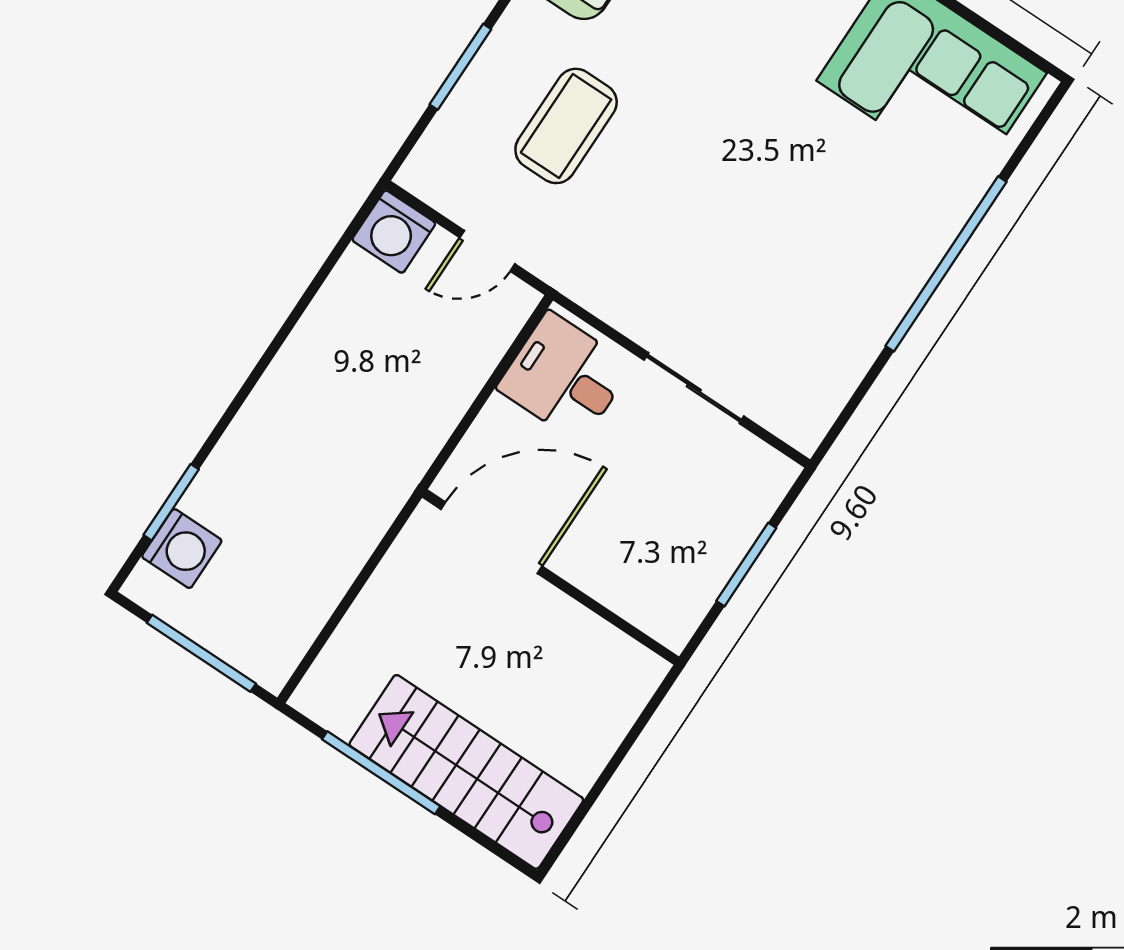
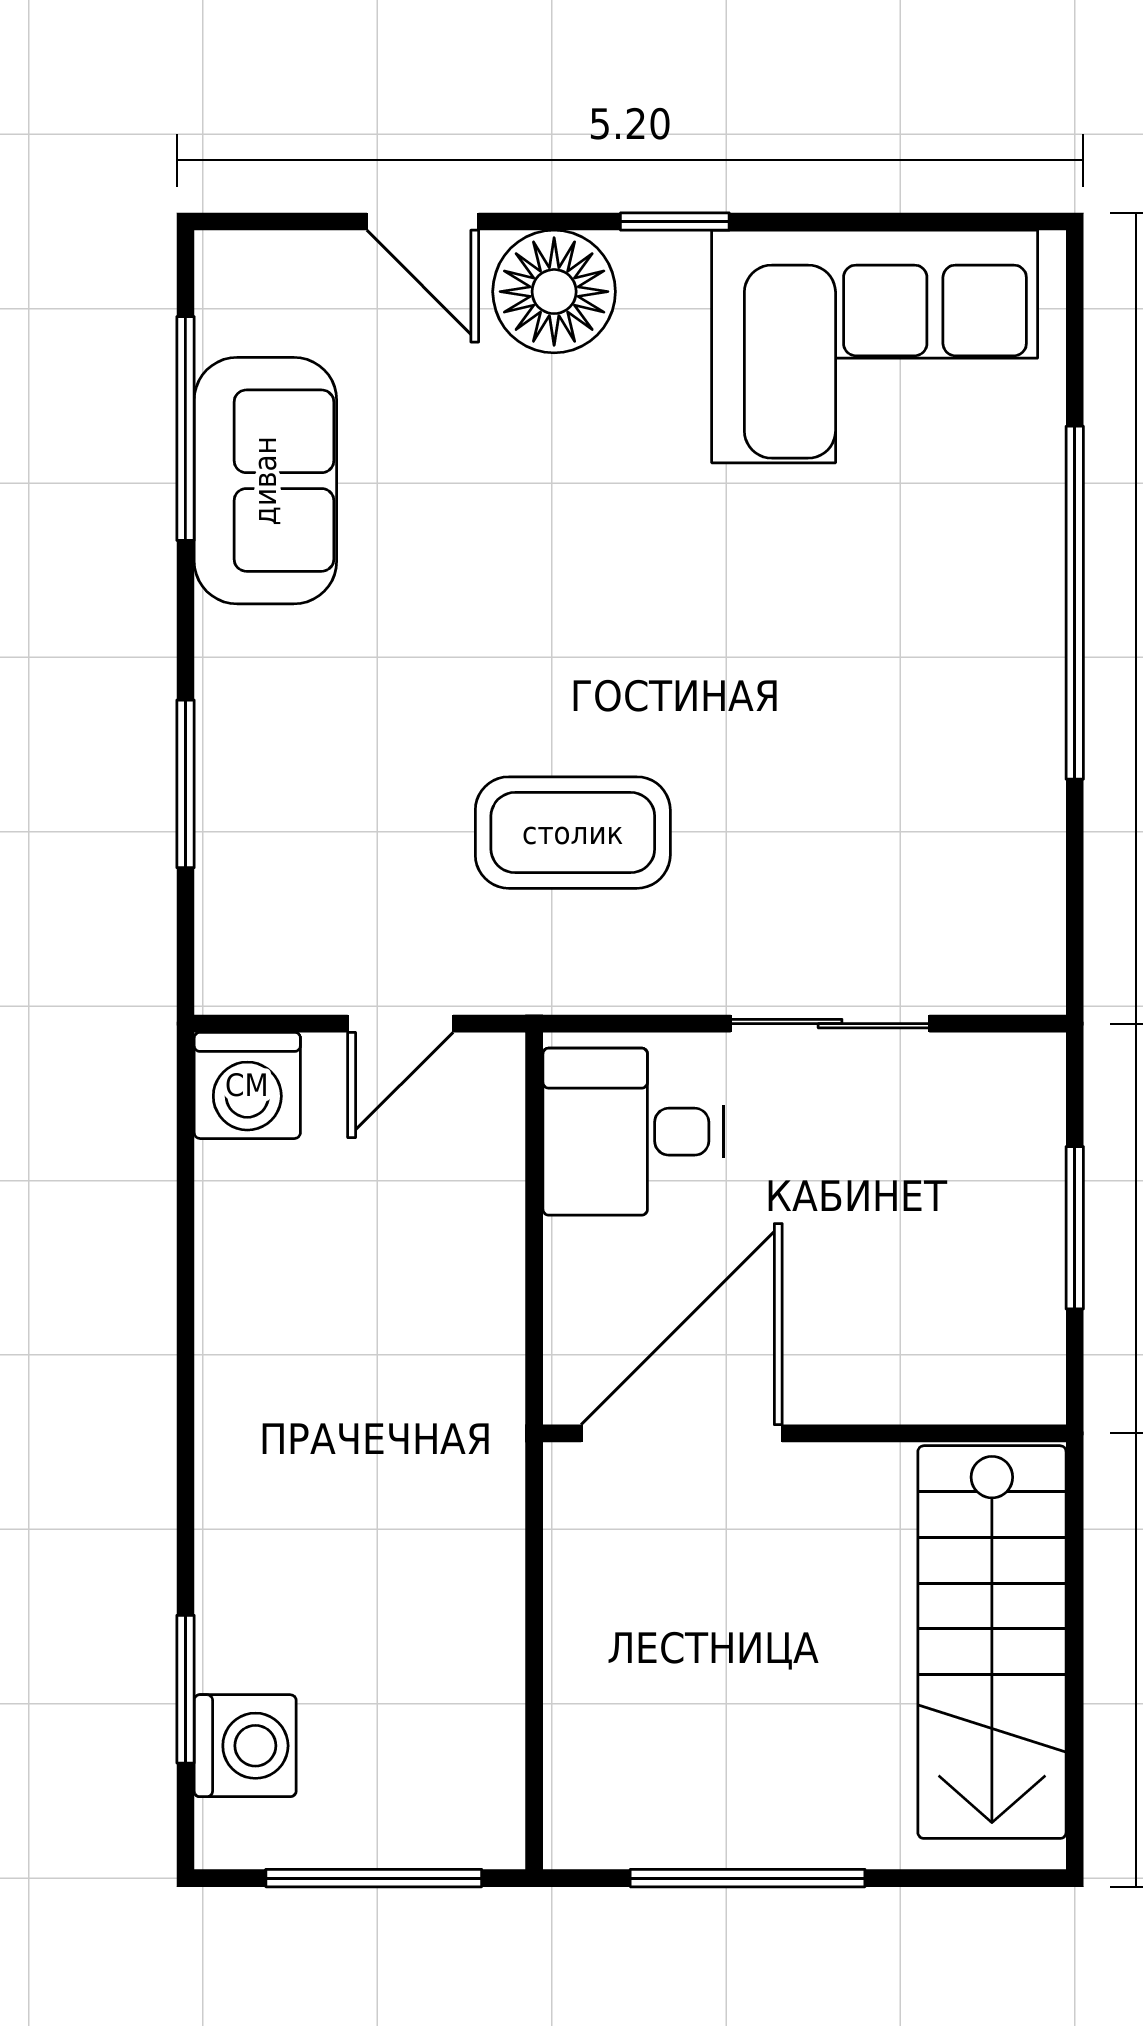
coffee table: (566, 126) -> (573, 833), moved, turned 90
stairs: (466, 772) -> (992, 1642), moved, turned -90

